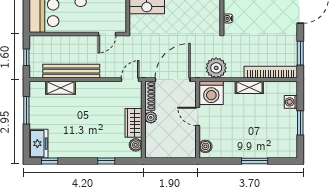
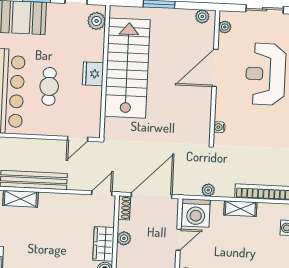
plant: (216, 68) -> (208, 190), width x0.53, depth x0.53
shoe rack: (150, 96) -> (124, 208), width x0.70
door: (198, 116) -> (179, 240), swing flipped

